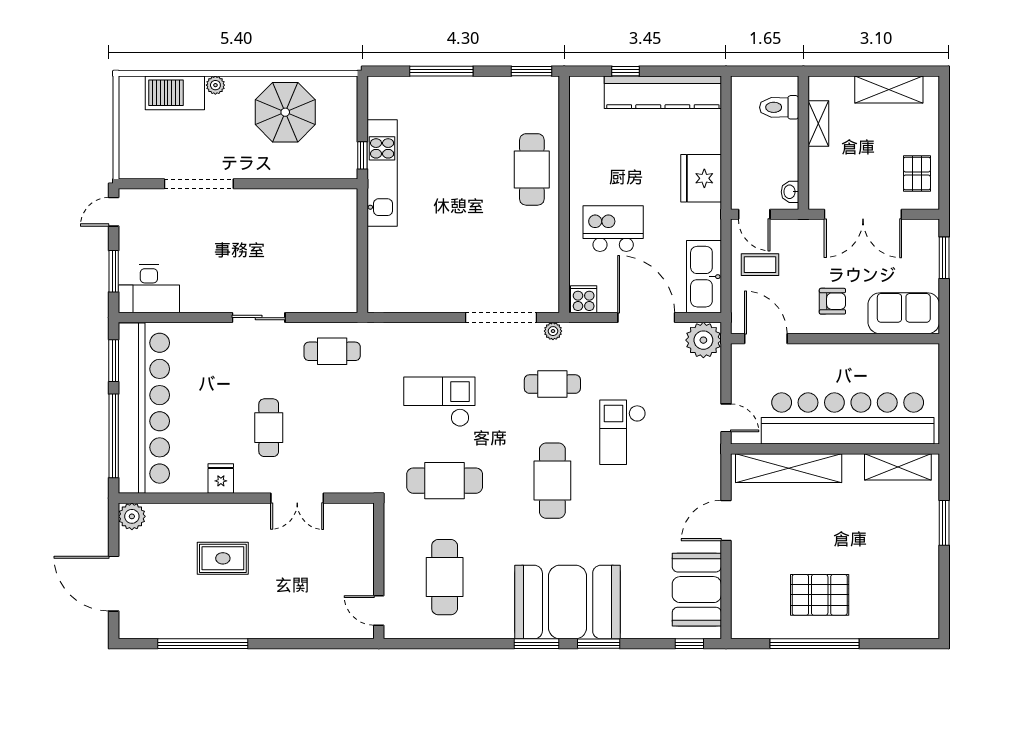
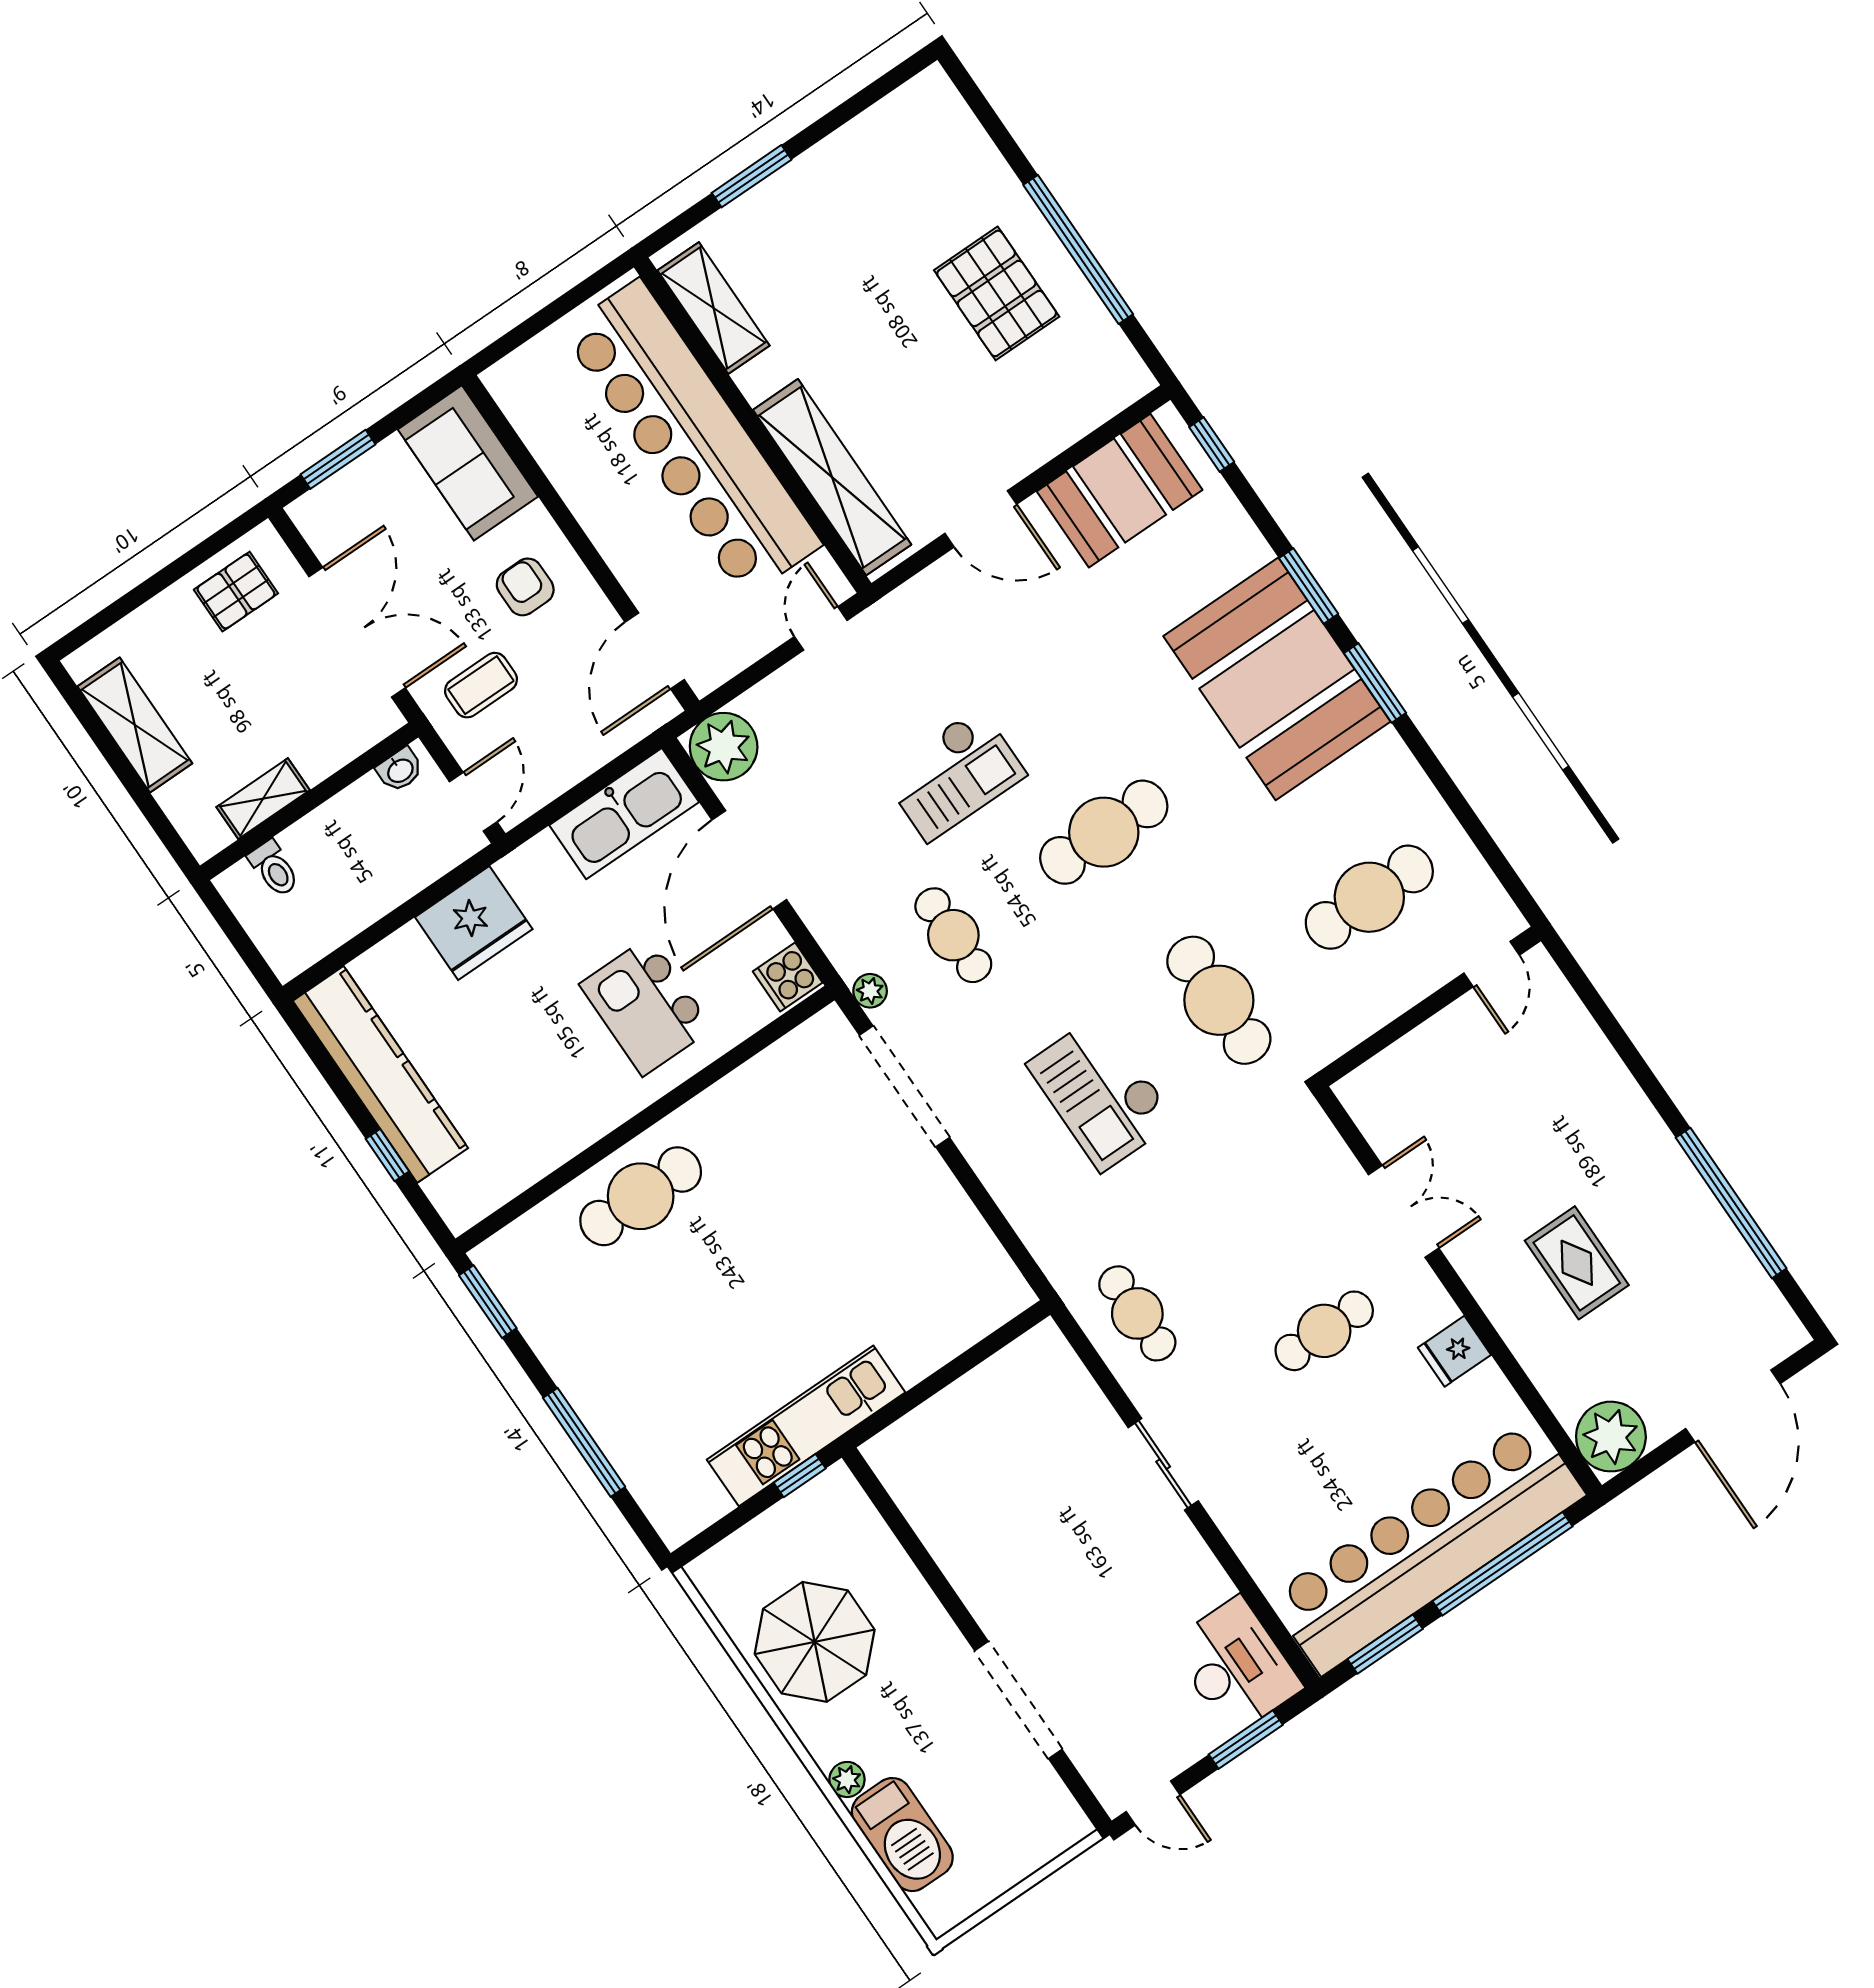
toilet: (779, 107) -> (274, 869), width x0.73, depth x0.72
coffee table: (760, 265) -> (481, 685), moved, turned 90
plant: (132, 516) -> (1611, 1437), width x1.36, depth x1.36

